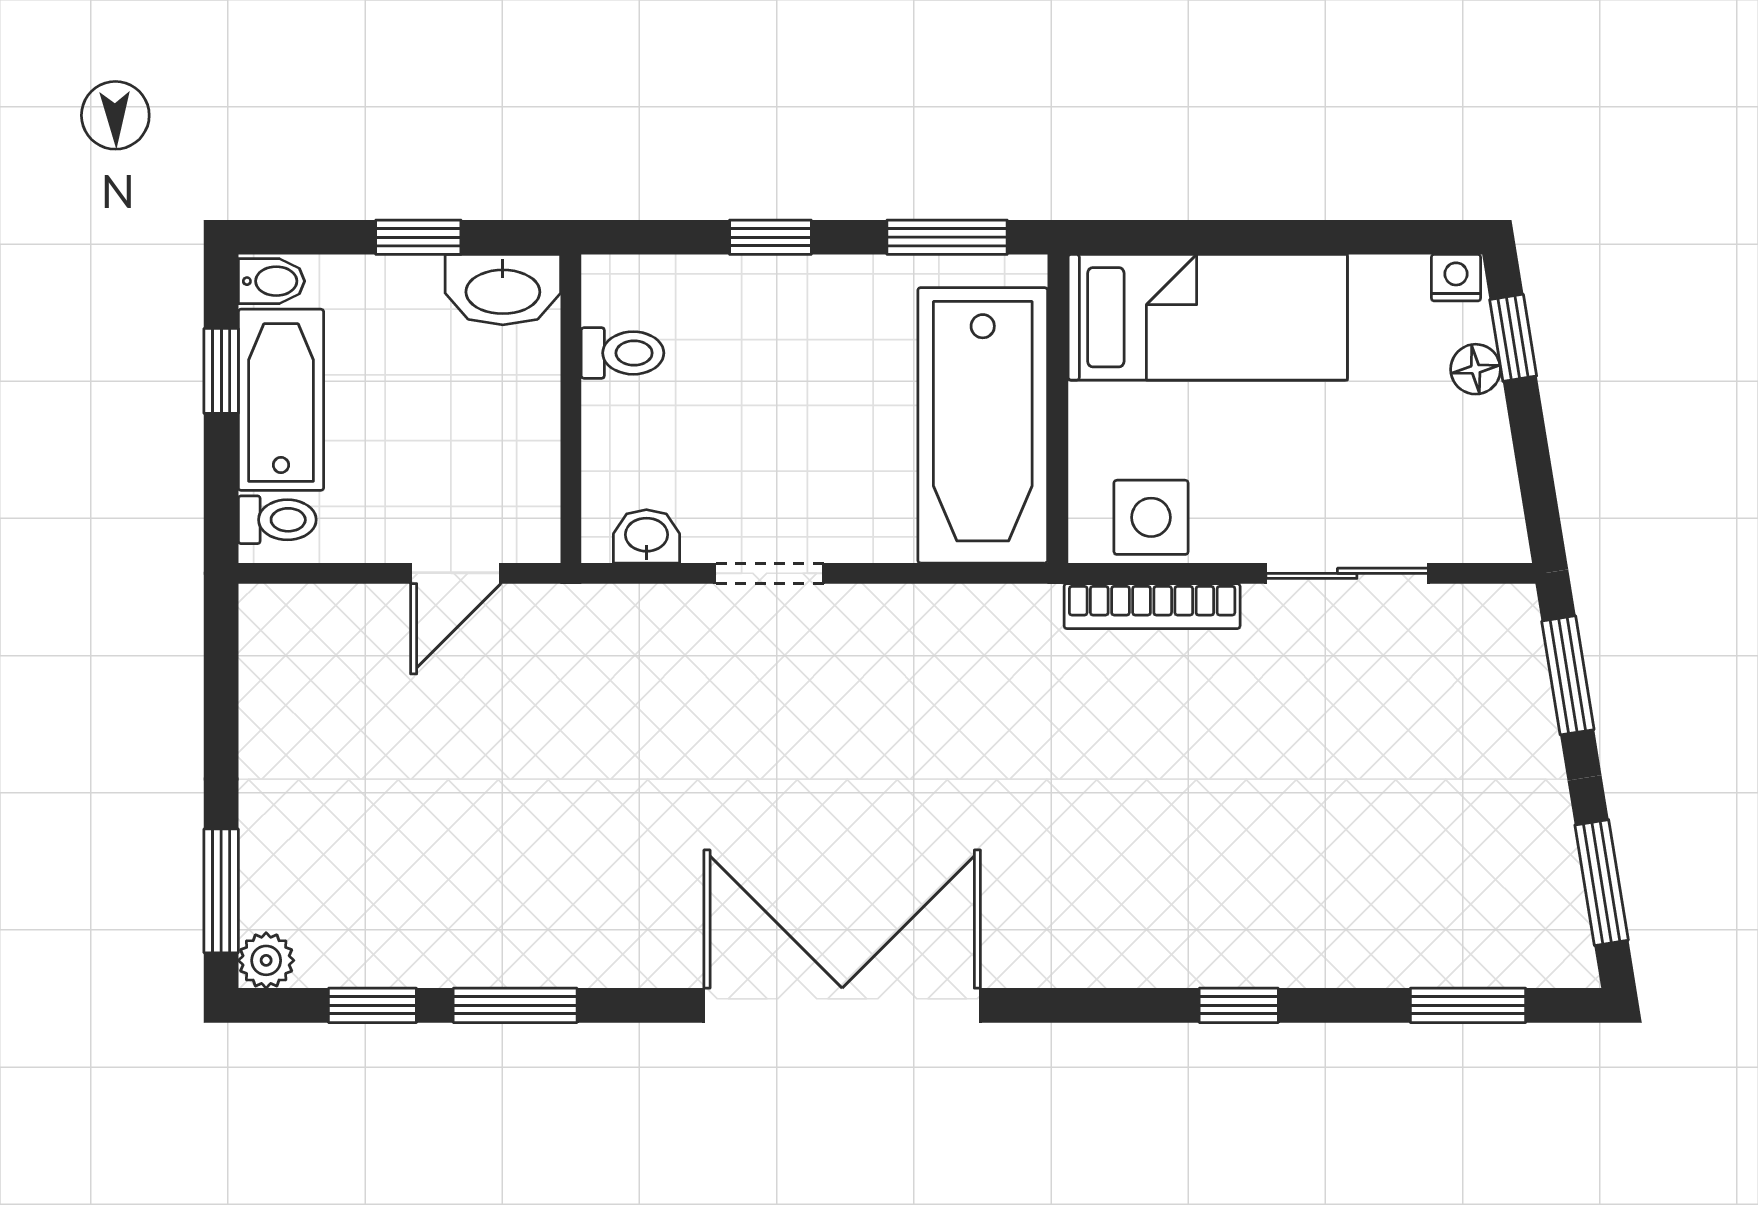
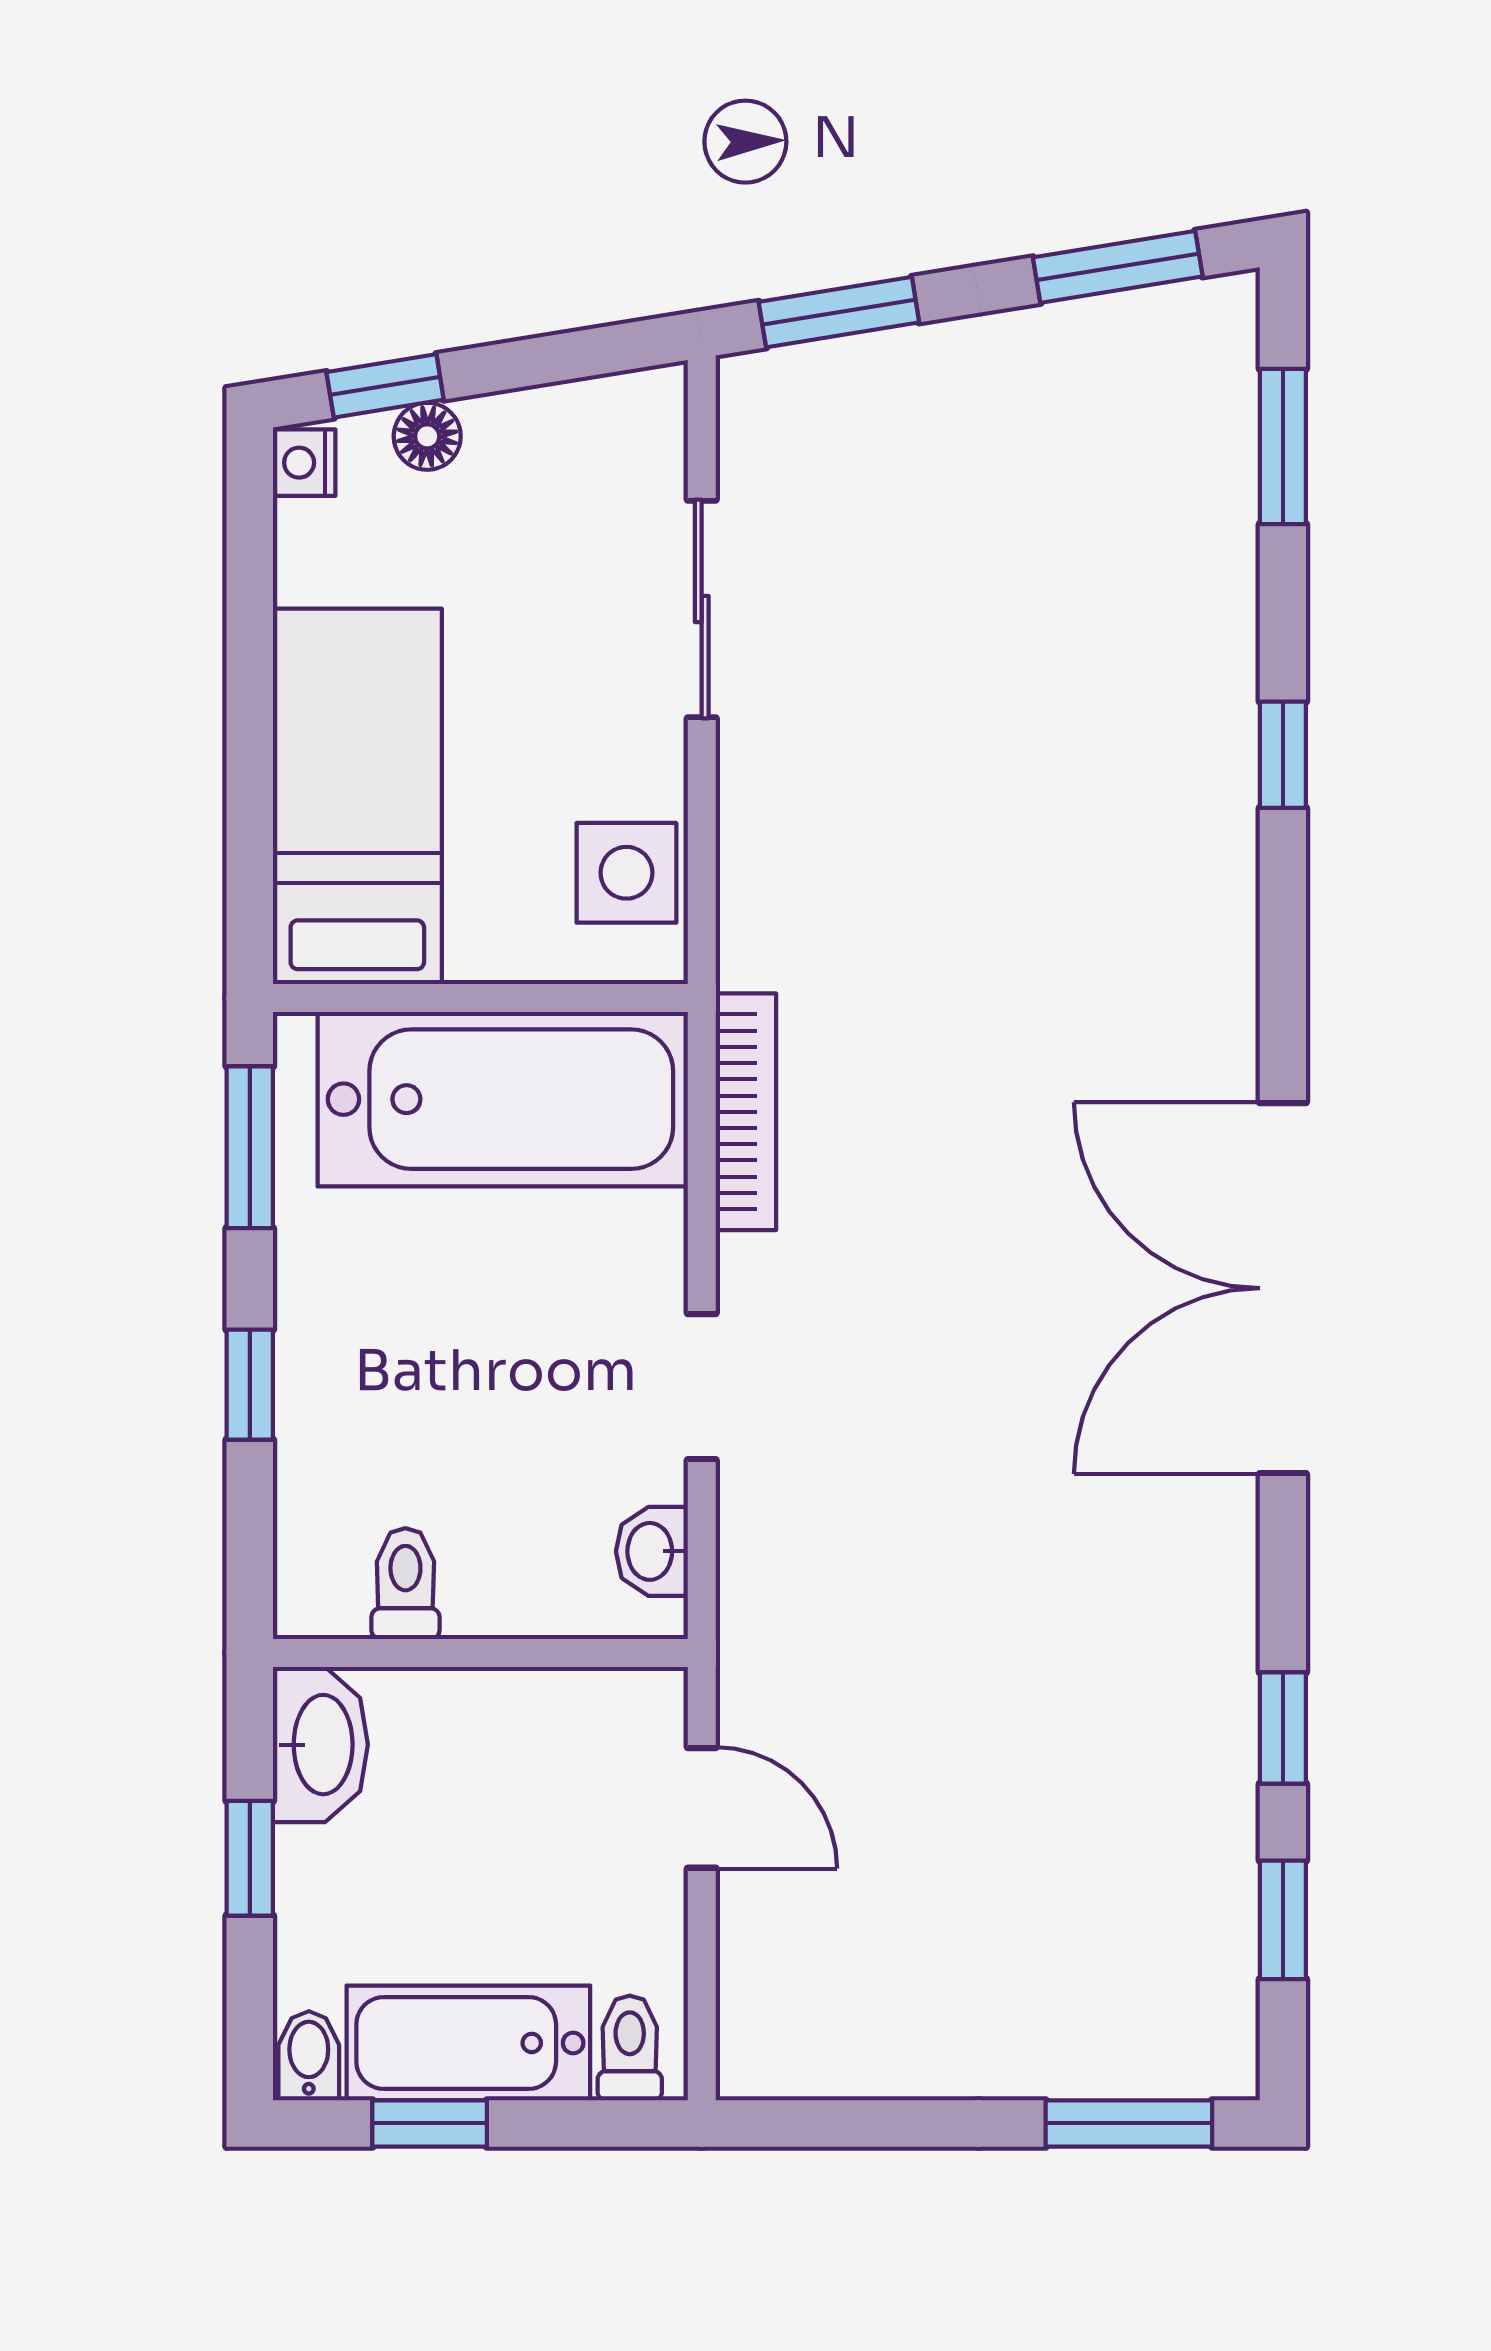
bookcase: (1152, 606) -> (746, 1112), moved
plant: (266, 960) -> (1222, 2063), removed
window: (515, 1005) -> (1283, 1728), width x0.67

